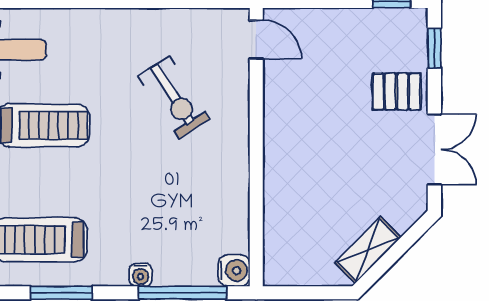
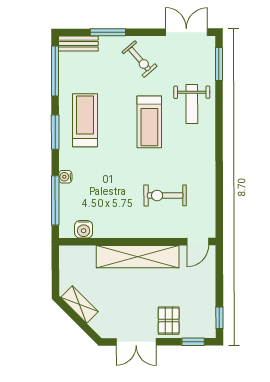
exercise bike: (174, 97) -> (165, 195), turned 33
shelving: (283, 147) -> (138, 257), added
water cooler: (234, 271) -> (84, 229), moved

